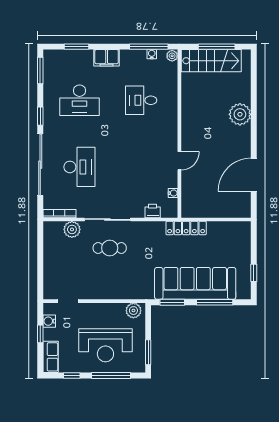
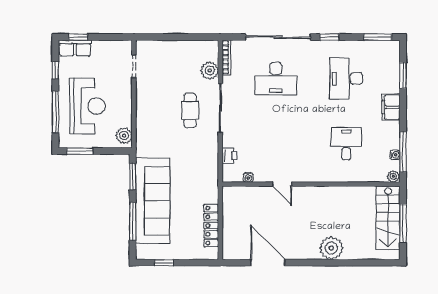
locker: (186, 228) -> (211, 226), moved
water cooler: (49, 321) -> (113, 47), removed
window: (40, 334) -> (78, 37), moved
reception desk: (105, 345) -> (87, 106), turned 180

